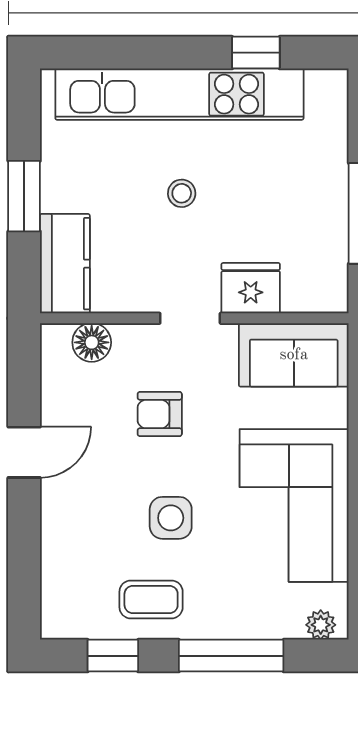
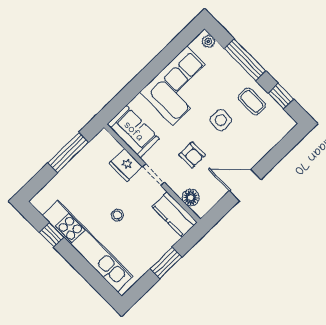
kitchen counter: (65, 264) -> (175, 215), moved, turned -90
door: (24, 452) -> (245, 185), width x1.38

